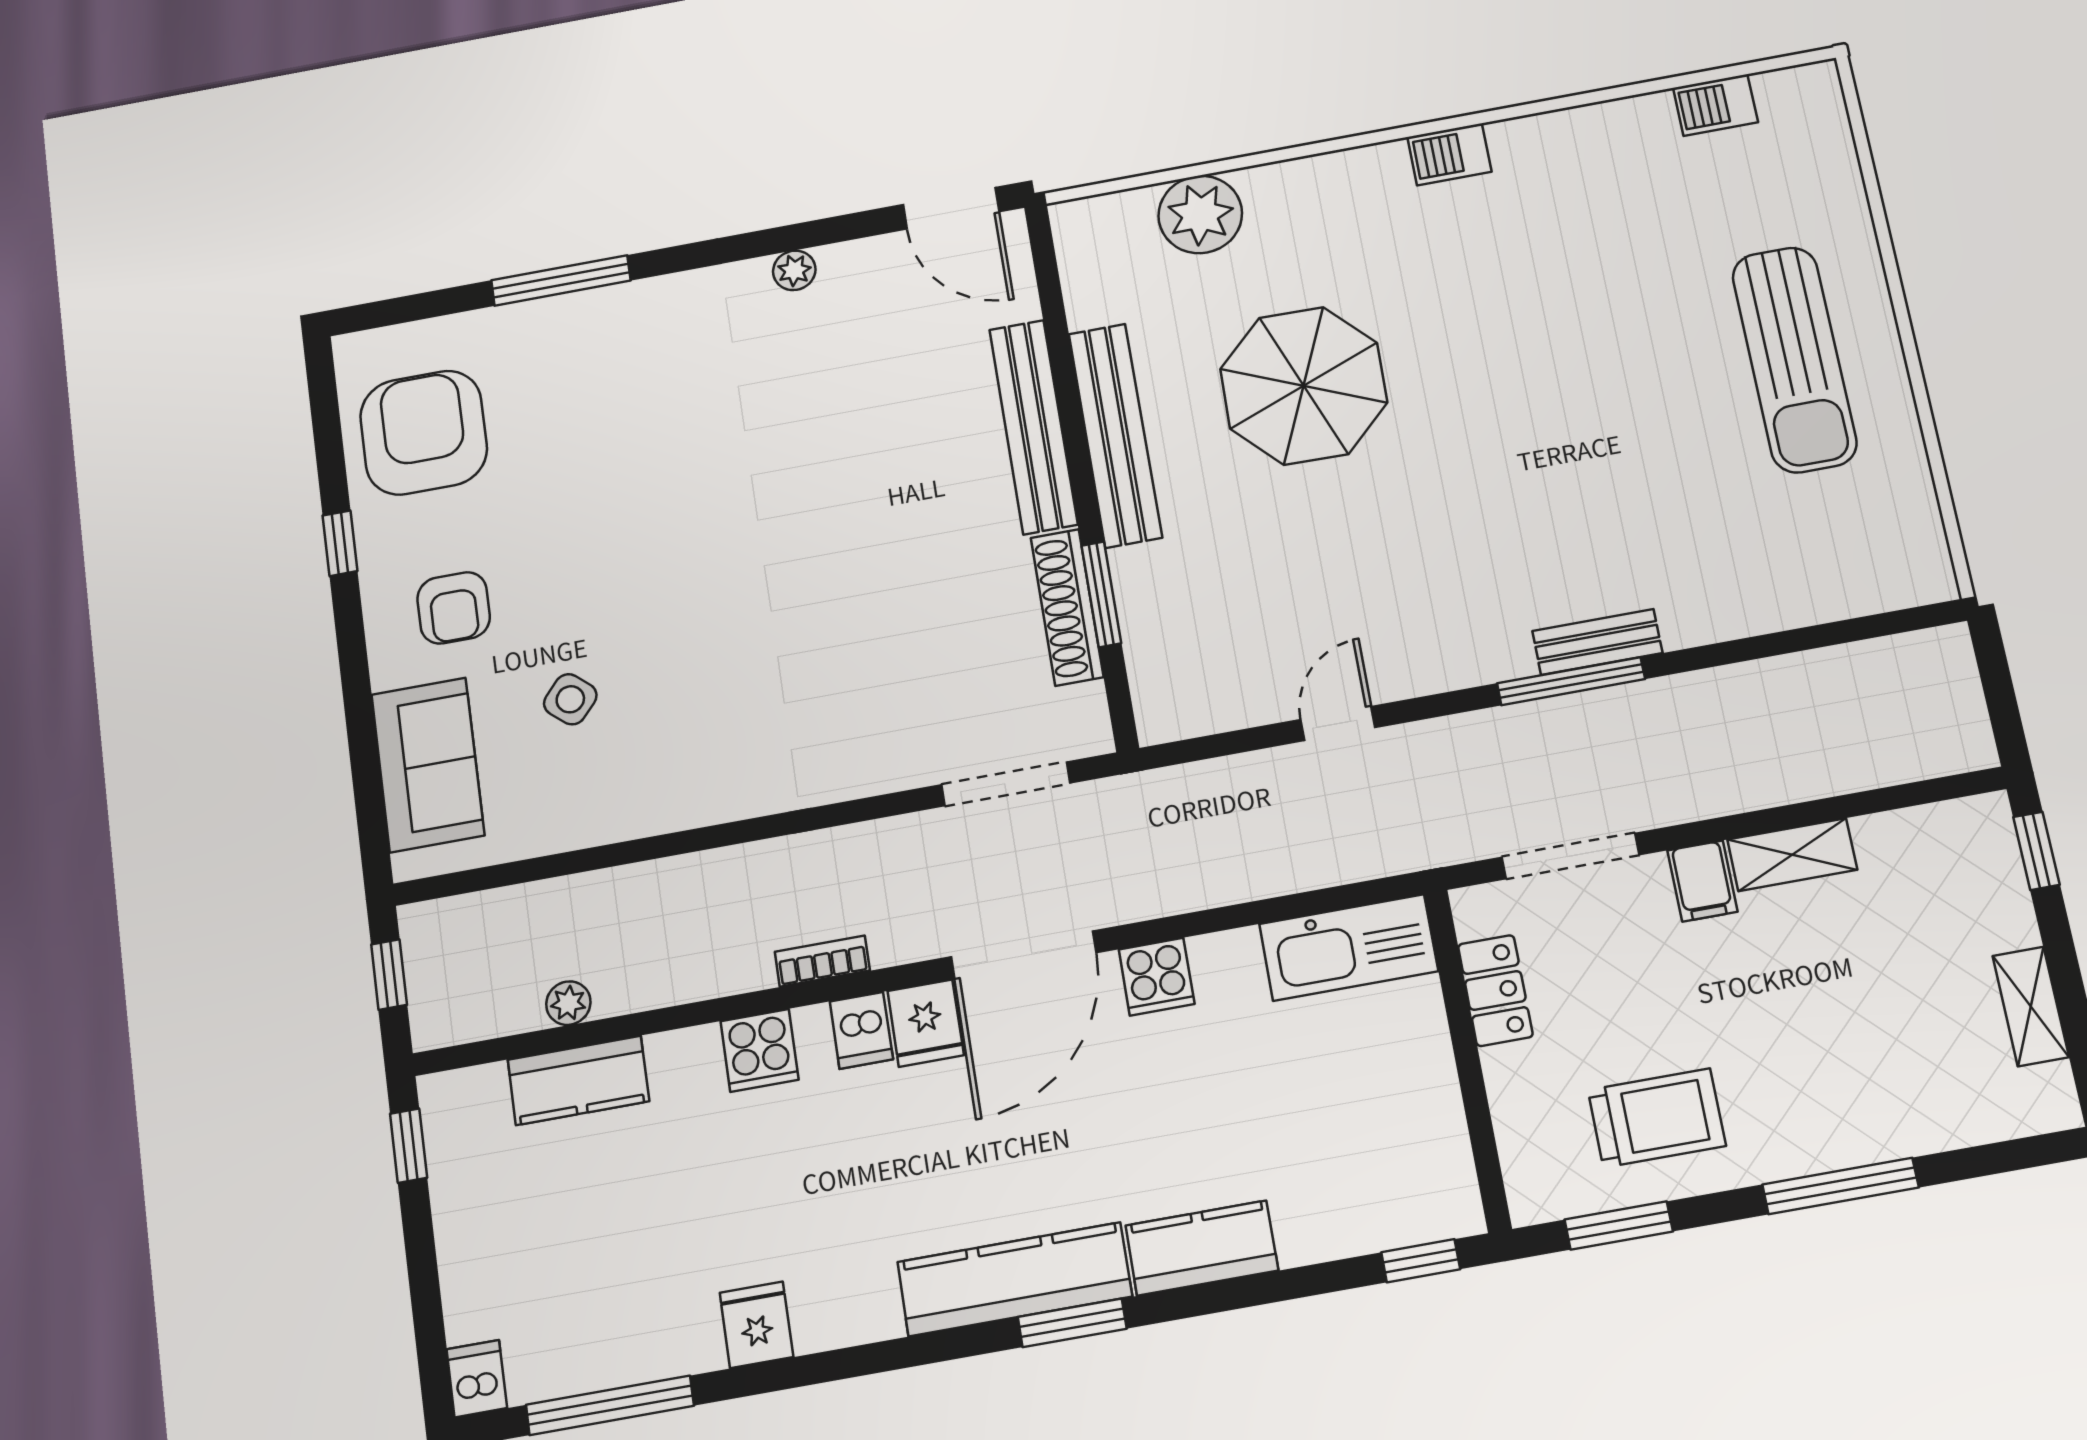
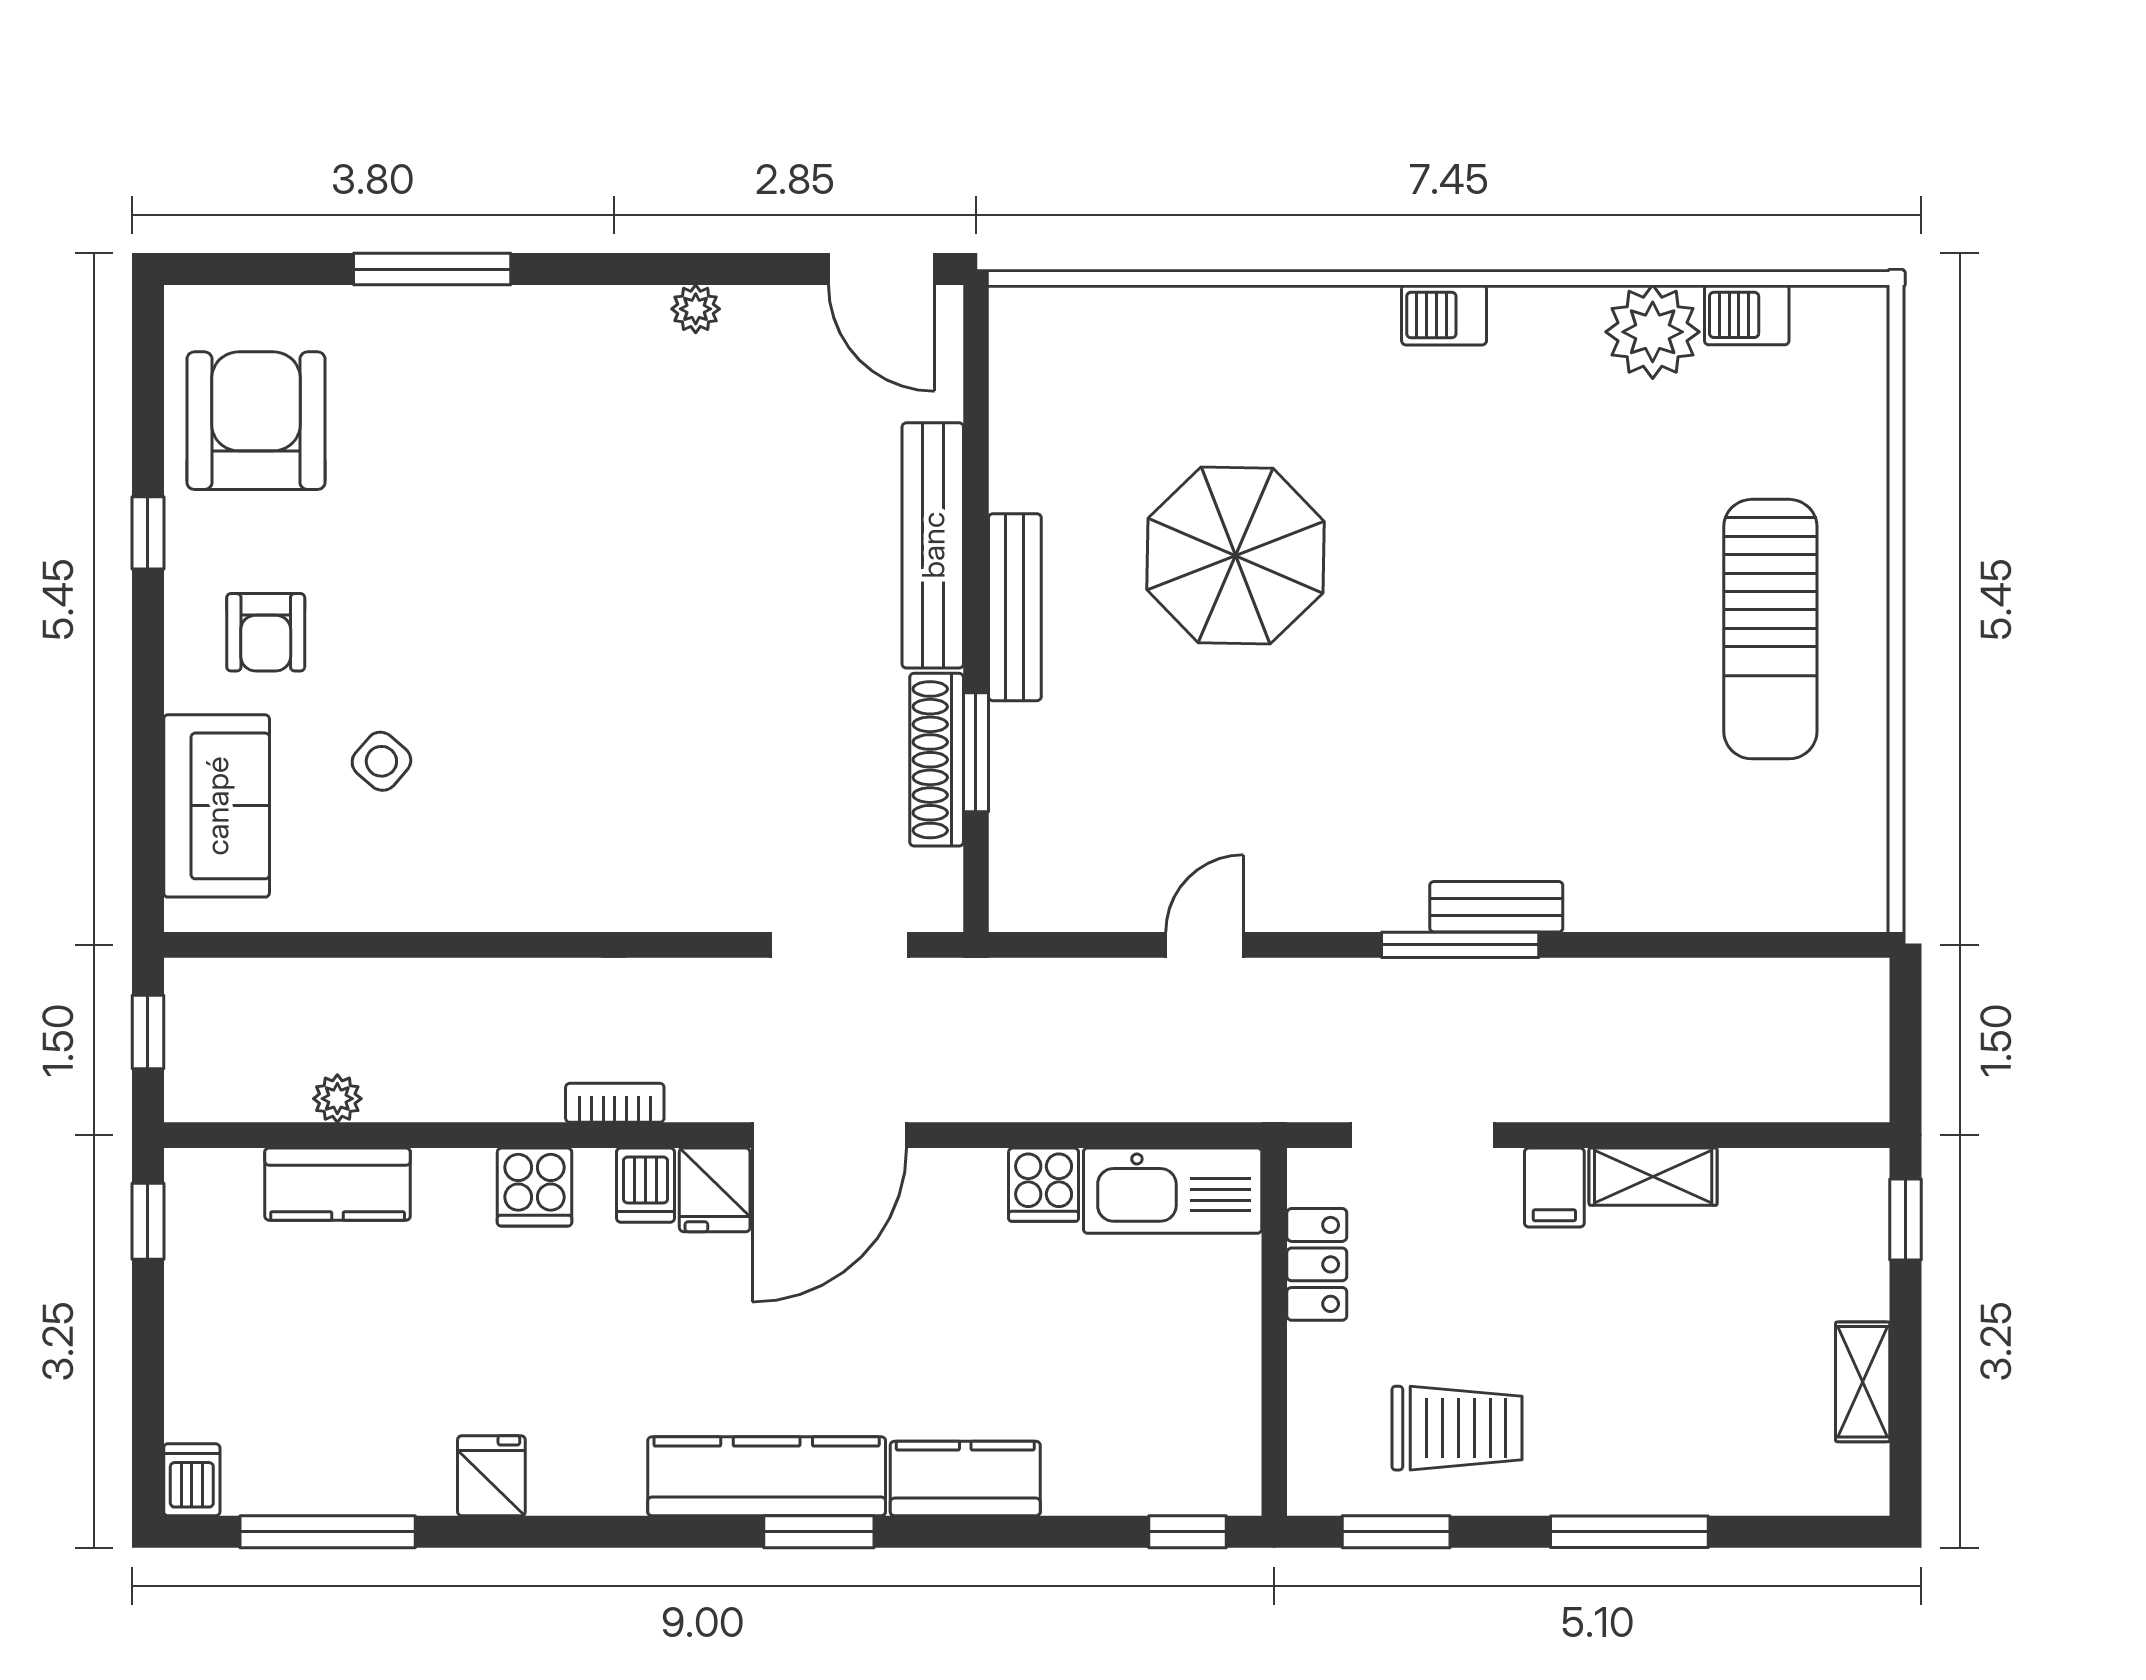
plant: (1200, 214) -> (1653, 332), moved
bench: (1115, 435) -> (1015, 607), width x0.73, depth x0.82
cooker: (1157, 977) -> (1044, 1185), moved

